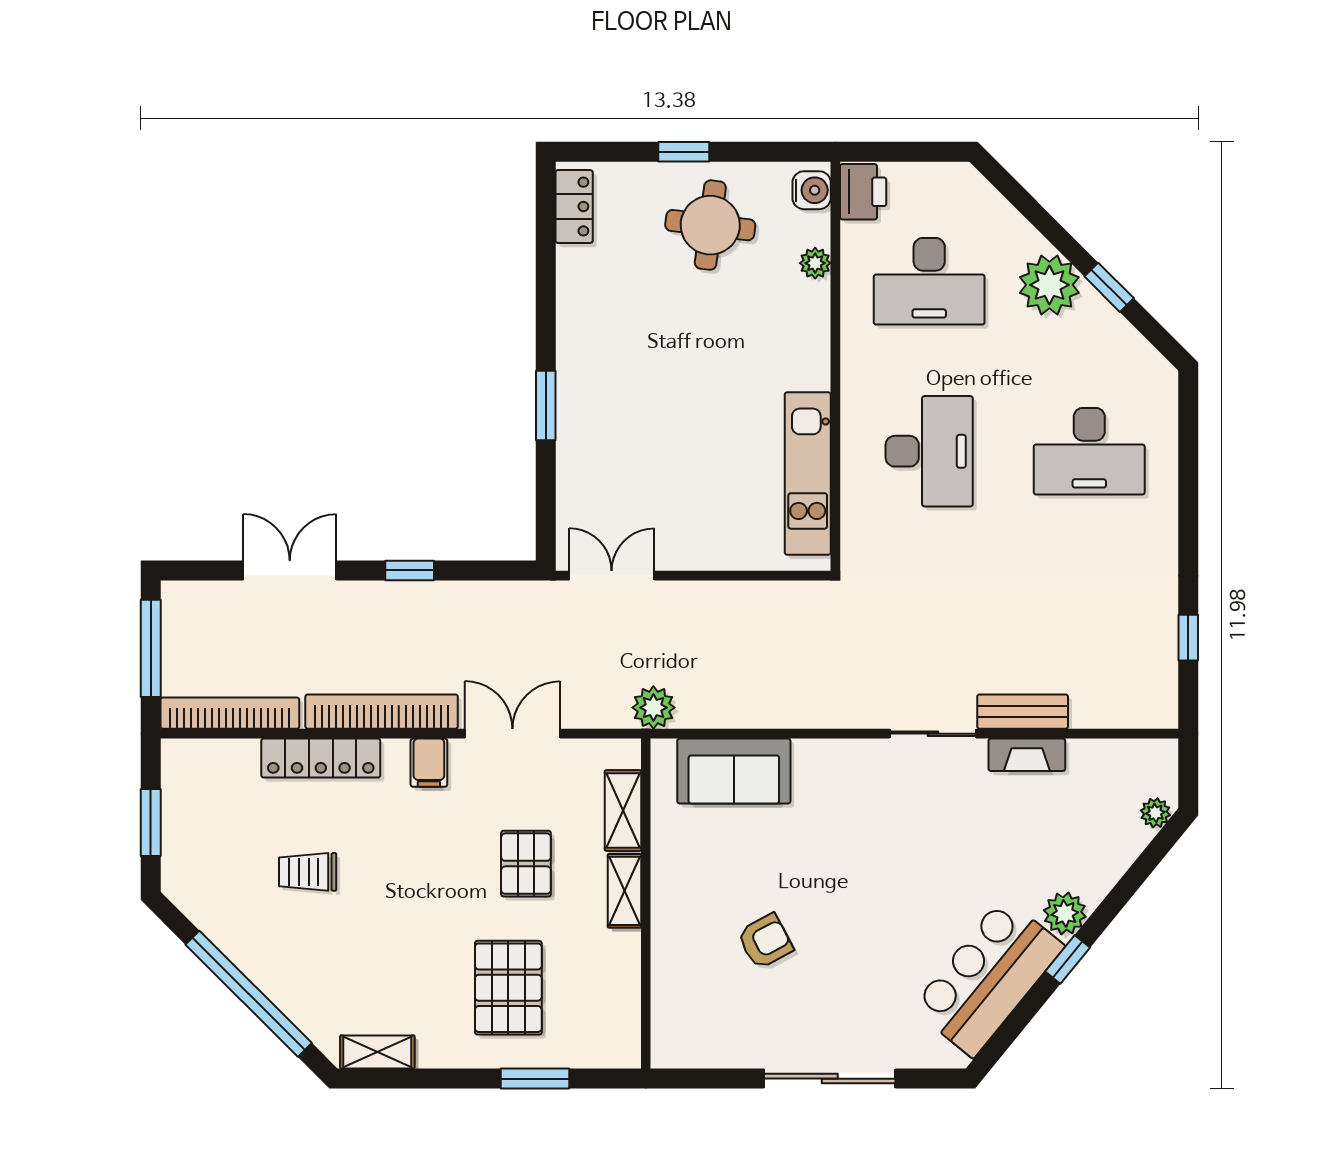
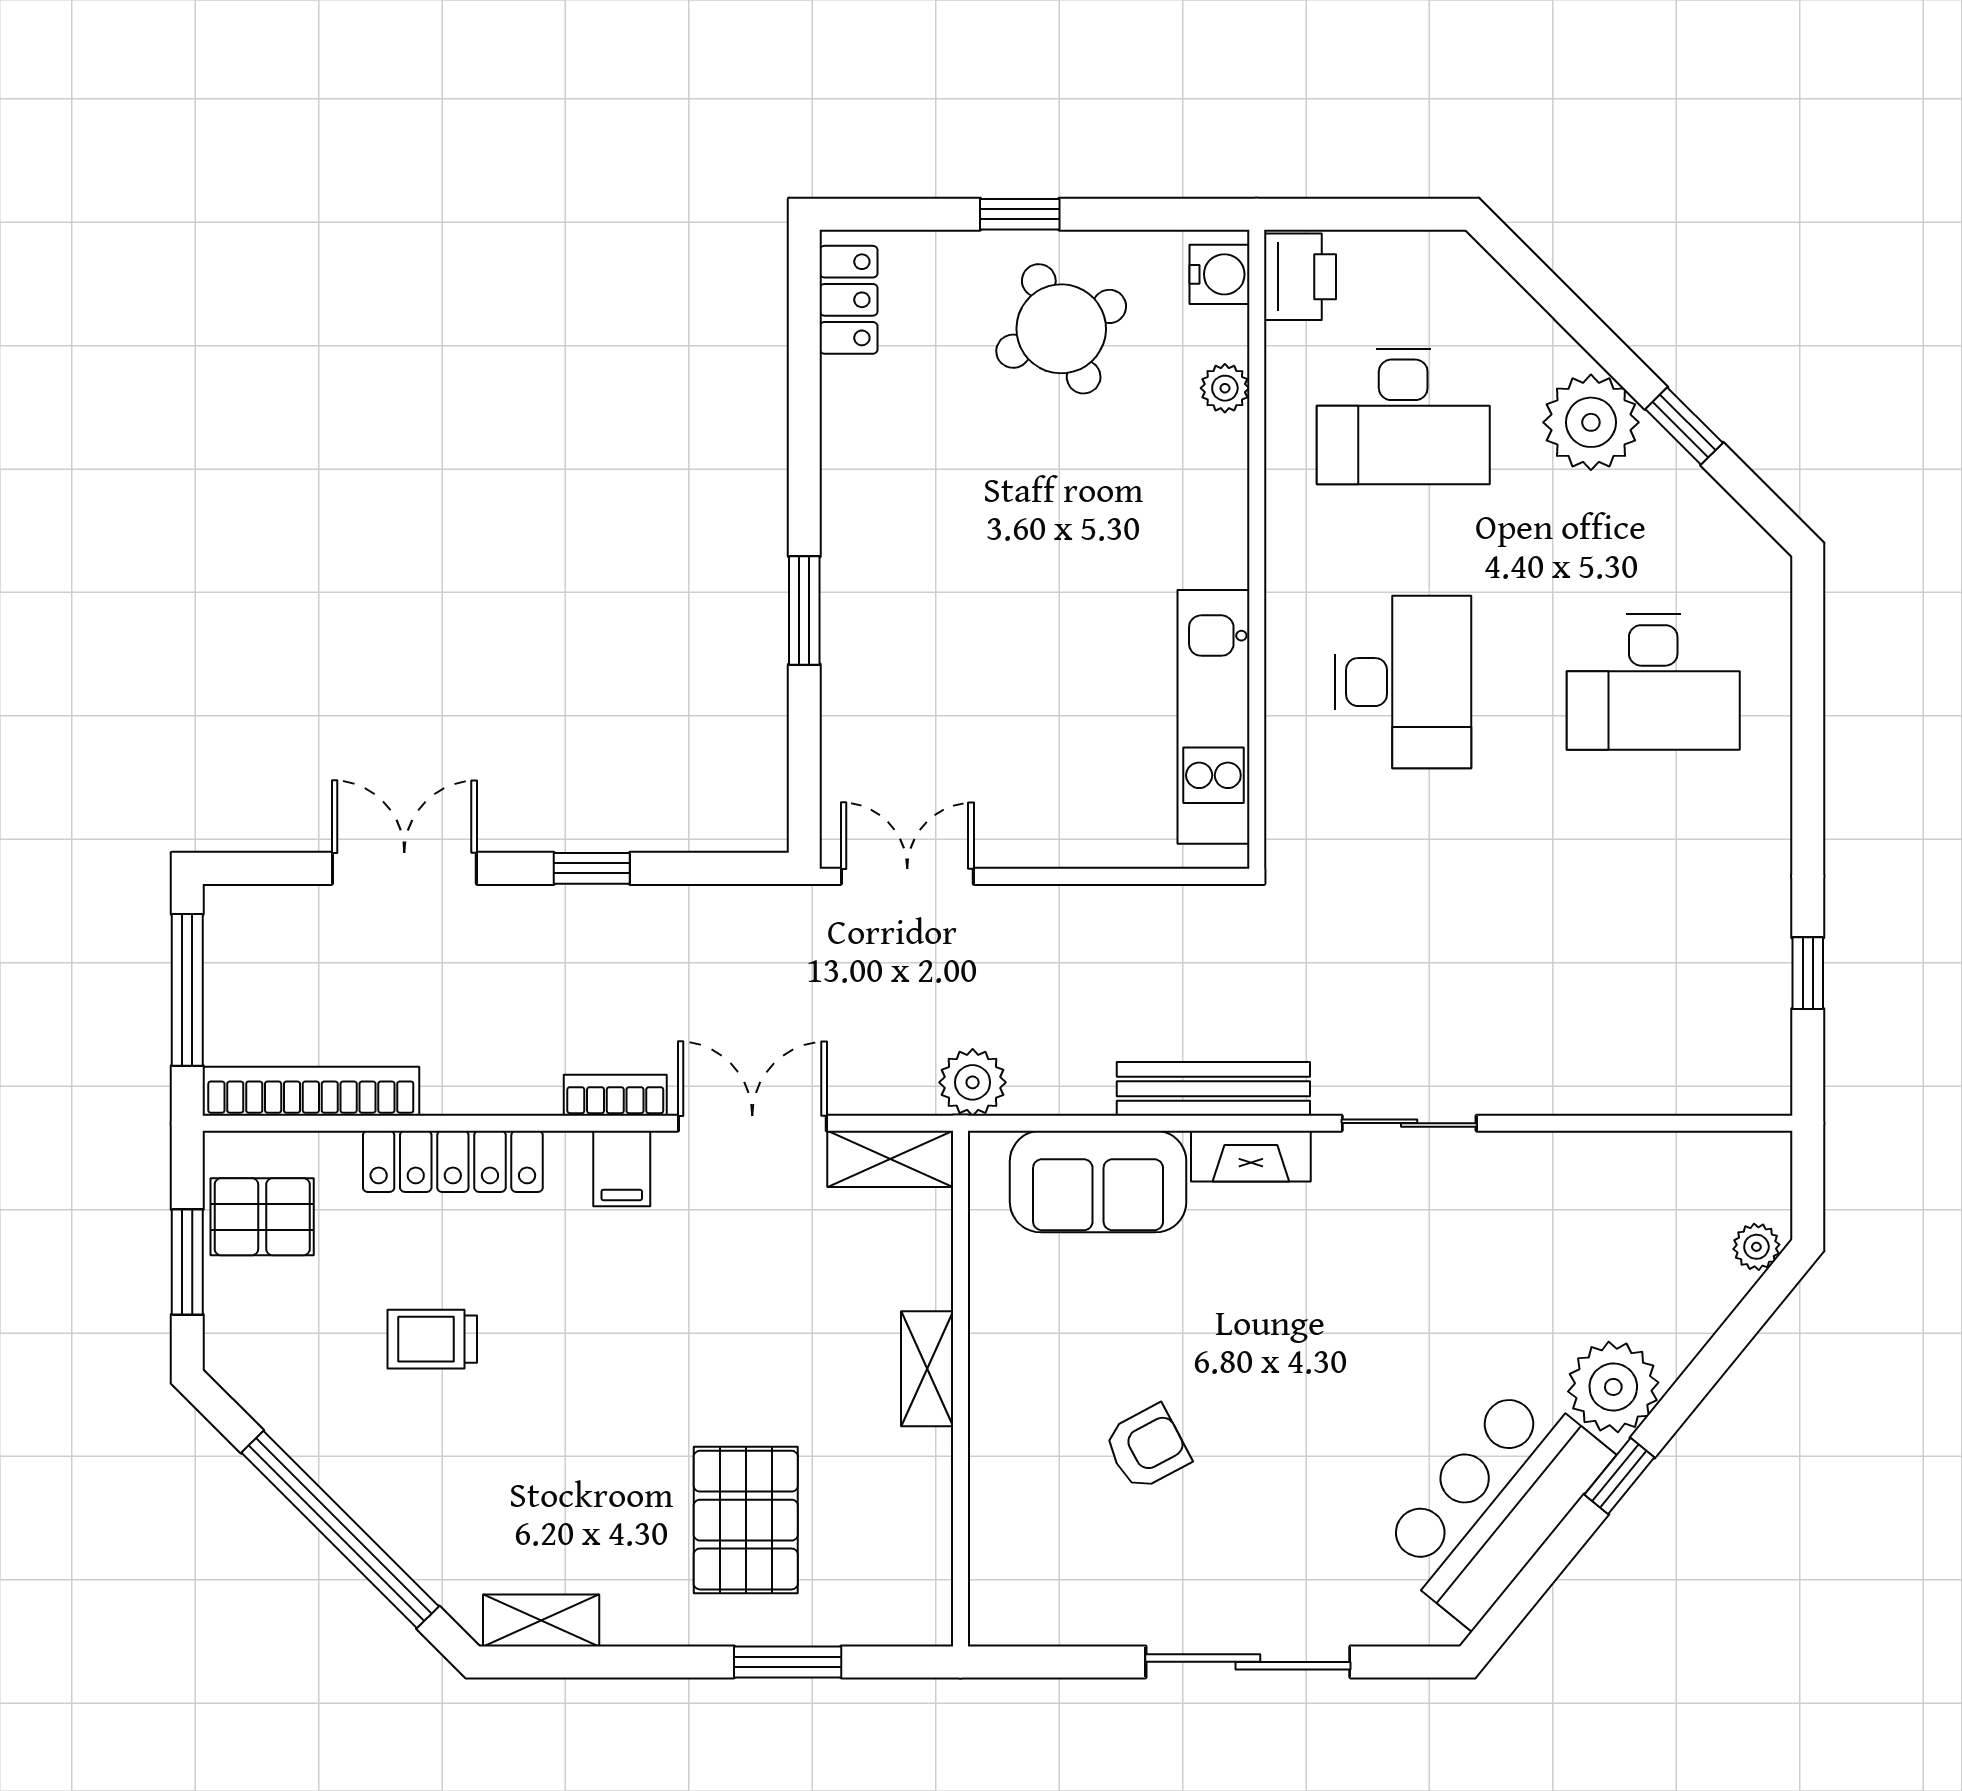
round table: (710, 225) -> (1061, 329), turned -32
bookcase: (382, 712) -> (615, 1095), width x0.43, depth x0.76
bench: (1023, 712) -> (1213, 1089), moved, width x1.36
fireplace: (1027, 755) -> (1251, 1156), moved
shelving: (623, 810) -> (890, 1159), moved, turned 90
pallet: (526, 864) -> (262, 1217), moved, turned 90
plant: (1065, 913) -> (1613, 1387), width x1.36, depth x1.36

